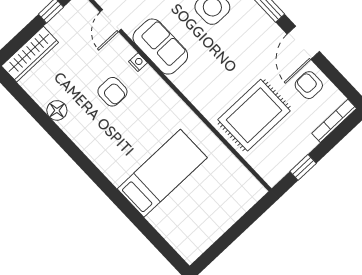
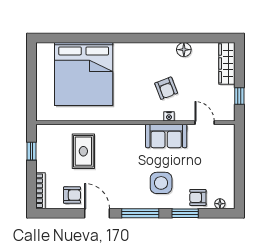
armchair: (112, 92) -> (166, 88), turned -111
rug: (254, 115) -> (83, 151), width x0.73, depth x0.70
bed: (162, 173) -> (84, 74), width x2.04

